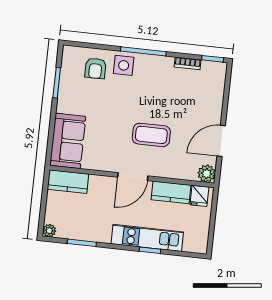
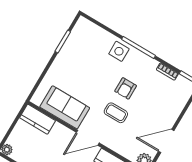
armchair: (95, 68) -> (126, 88), moved
coffee table: (151, 135) -> (116, 113), width x0.73, depth x0.77
sofa: (68, 141) -> (65, 107), moved, turned -90

